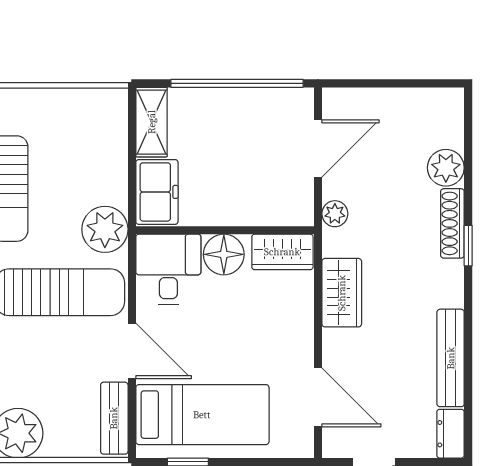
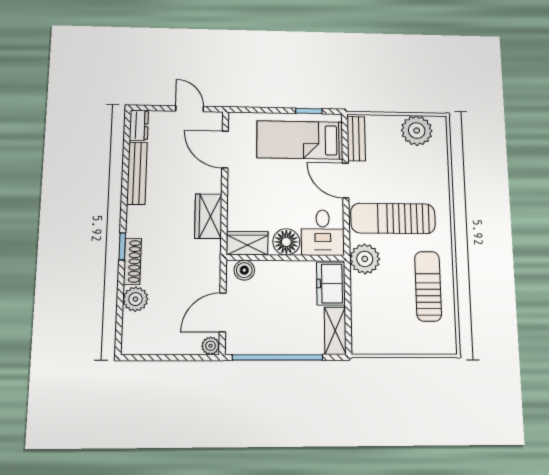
boiler: (287, 211) -> (244, 270), added
plant: (335, 214) -> (211, 346), moved

